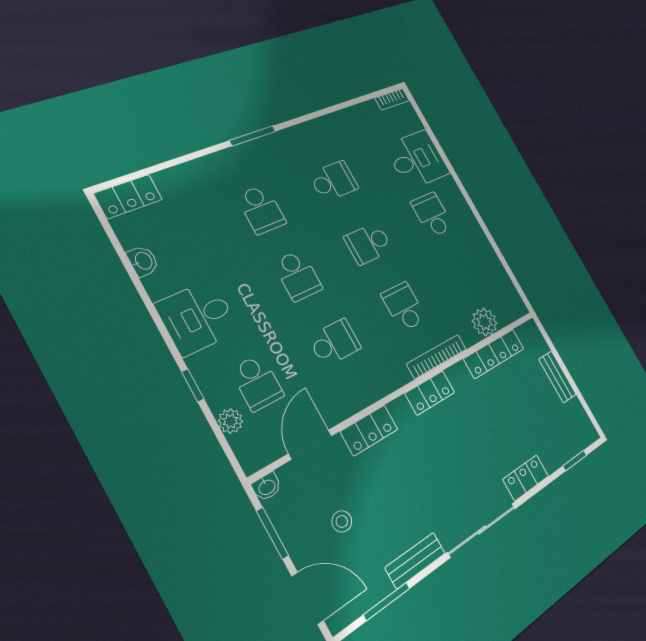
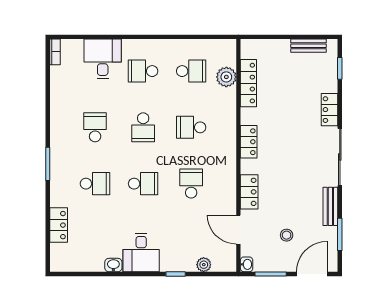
locker: (128, 196) -> (59, 225), moved
washbasin: (143, 261) -> (113, 265), moved
bookcase: (437, 357) -> (231, 124), removed
bench: (557, 377) -> (309, 46), moved
school desk: (257, 383) -> (191, 71), moved

